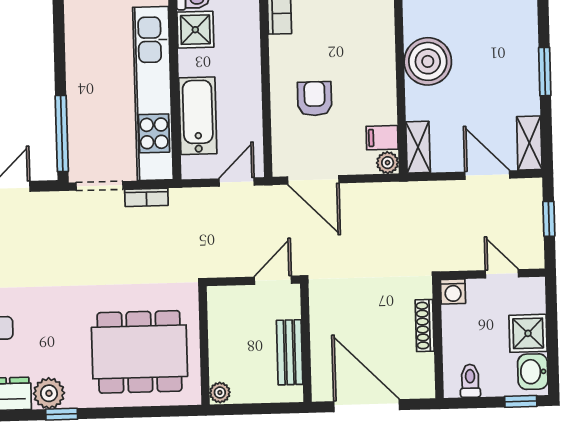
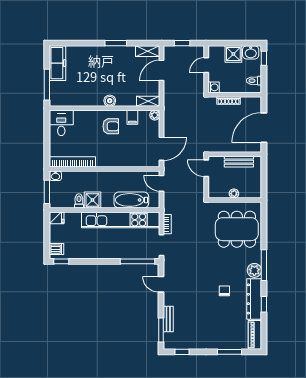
boiler: (428, 61) -> (110, 101), width x0.54, depth x0.54
armchair: (315, 99) -> (111, 126), moved, turned 180
filing cabinet: (382, 138) -> (132, 117), moved
dining table: (139, 352) -> (237, 229), turned 90
plant: (220, 393) -> (234, 194), moved
window: (62, 414) -> (264, 265), width x2.17

